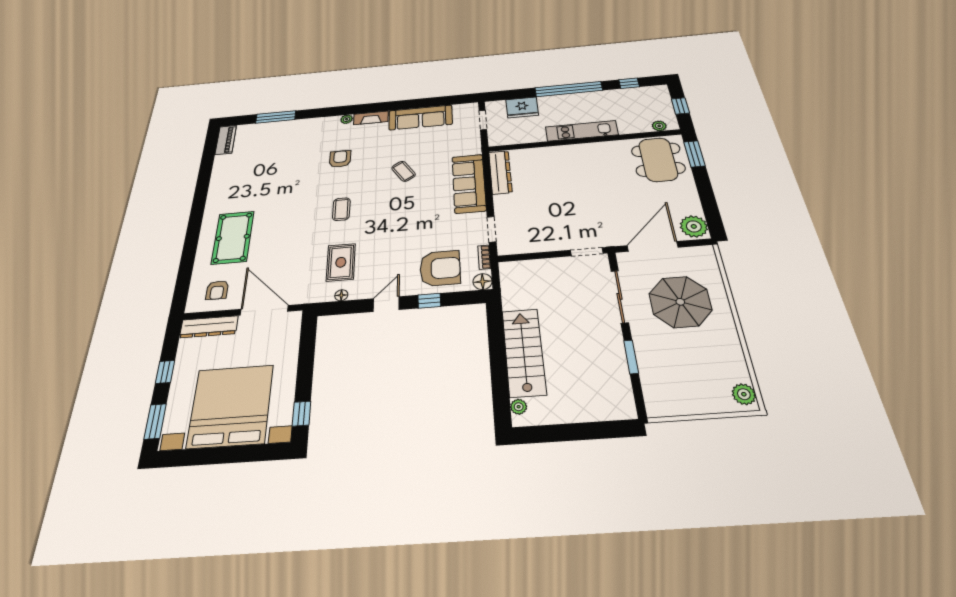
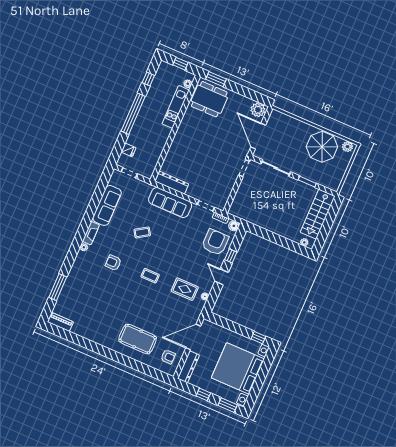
fridge: (522, 107) -> (129, 150), width x0.53, depth x0.75
kitchen unit: (582, 131) -> (176, 107), moved
parasol: (680, 302) -> (322, 147), moved
stairs: (524, 352) -> (318, 214), moved, turned -90

